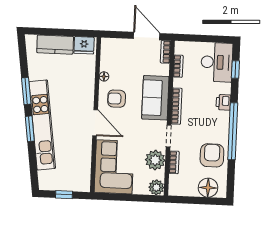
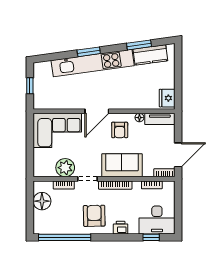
kitchen counter: (55, 45) -> (150, 55), moved, turned -98
tv unit: (106, 54) -> (160, 119), added
window: (26, 91) -> (139, 45), moved
armchair: (117, 99) -> (120, 130), turned 180
window: (233, 131) -> (65, 237), moved
armchair: (212, 155) -> (94, 216), moved, turned -91
plant: (156, 187) -> (40, 170), removed
floor lamp: (208, 188) -> (42, 201), moved

